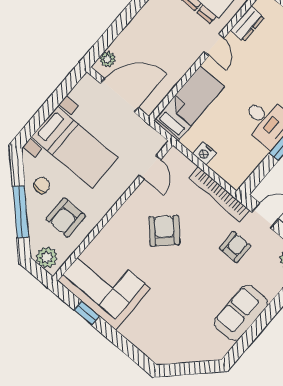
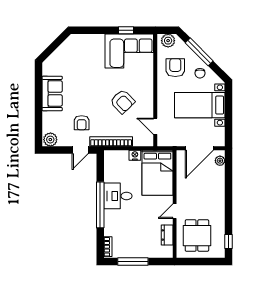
door: (214, 45) -> (175, 211), hinge flipped
bed: (189, 104) -> (157, 173), width x1.50

